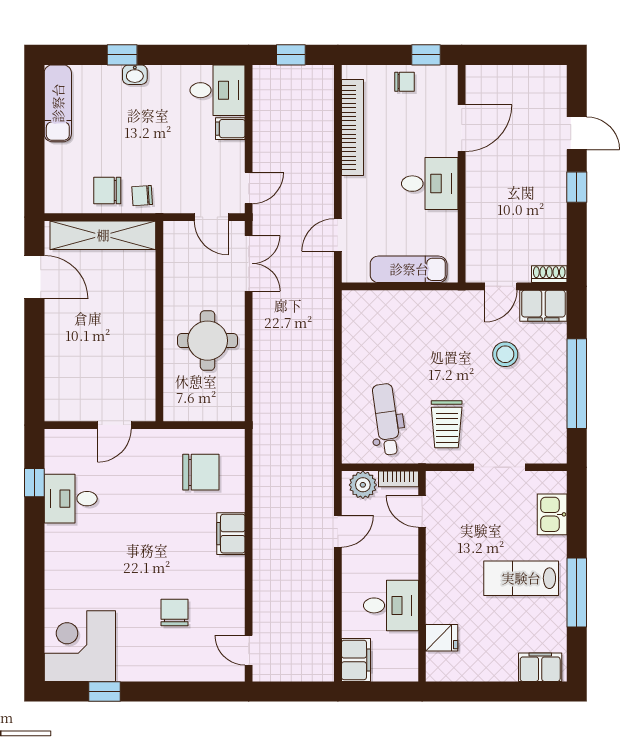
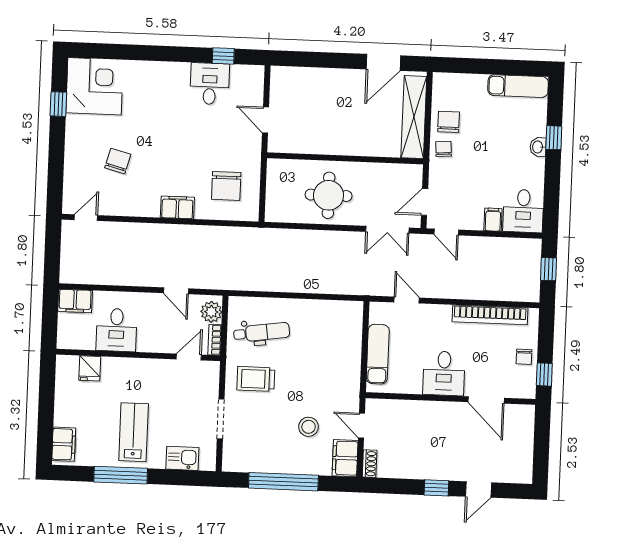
chair: (175, 612) -> (118, 161), turned -75

